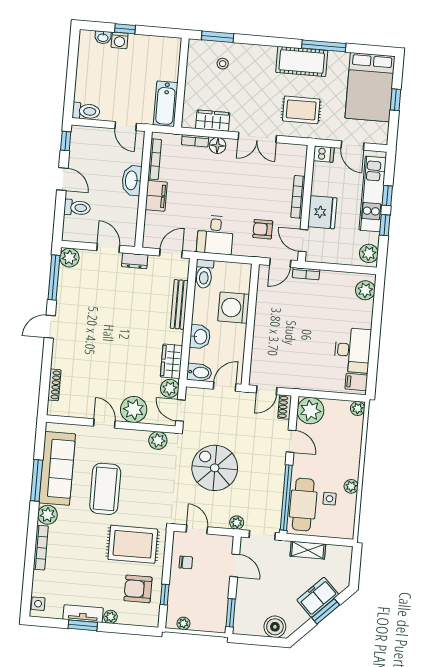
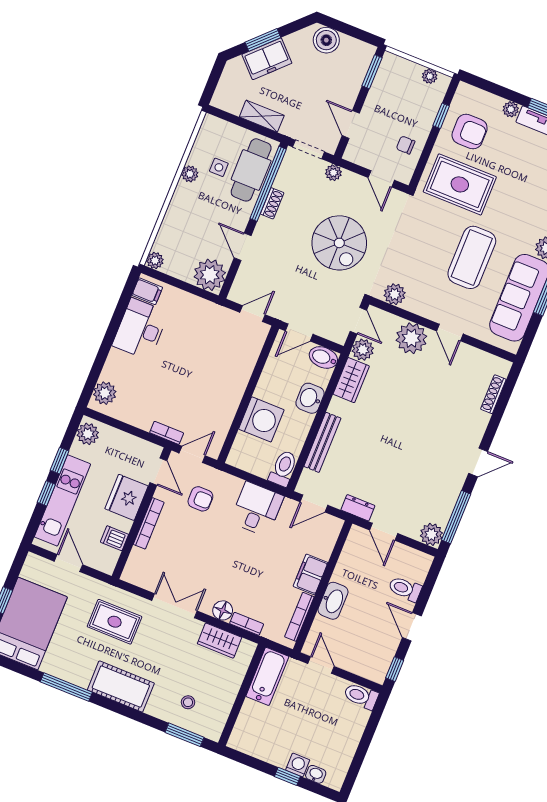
cot: (302, 61) -> (121, 687), moved
dishwasher: (324, 154) -> (114, 538), moved
shoe rack: (285, 407) -> (272, 203), moved

